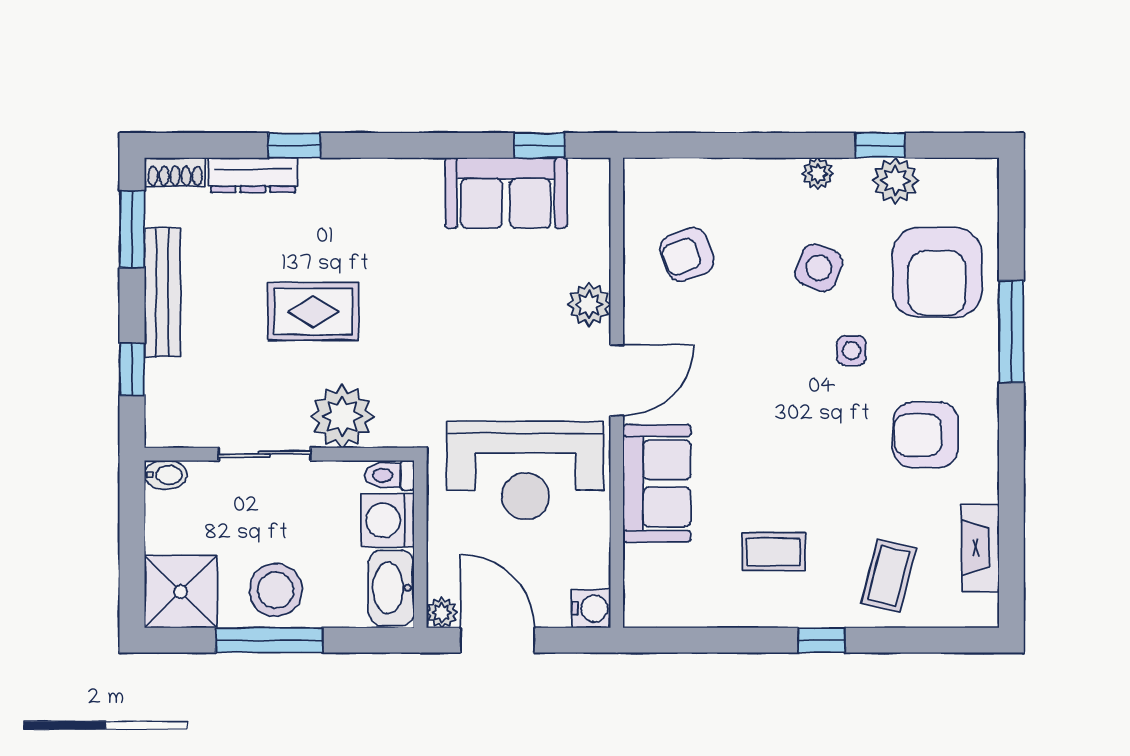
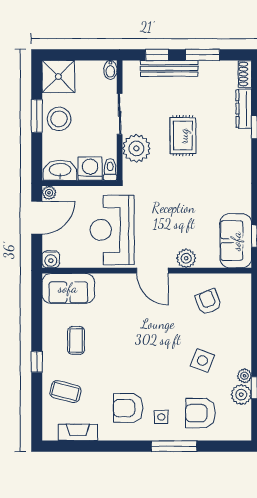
plant: (818, 173) -> (244, 376), moved
sofa: (506, 193) -> (236, 241), moved
window: (132, 229) -> (202, 55), moved
armchair: (937, 272) -> (200, 413), width x0.73, depth x0.73
bench: (162, 293) -> (169, 68), moved
side table: (852, 350) -> (161, 417), moved
armchair: (926, 435) -> (128, 408), turned -90
sofa: (657, 483) -> (68, 288), moved
window: (269, 640) -> (37, 116), width x0.69

